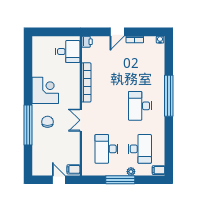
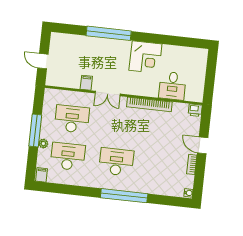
desk: (68, 52) -> (172, 86), moved
double door: (81, 120) -> (108, 93), swing flipped
chair: (47, 122) -> (110, 56), removed
desk: (140, 149) -> (68, 157), turned 180
filing cabinet: (73, 169) -> (86, 83), moved
door: (59, 180) -> (43, 61), swing flipped

